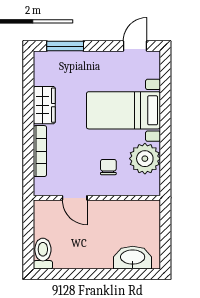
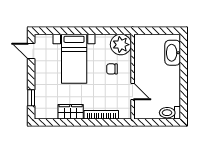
window: (65, 46) -> (31, 98), width x0.67
plant: (145, 159) -> (121, 45), moved
door: (75, 198) -> (133, 91), hinge flipped

